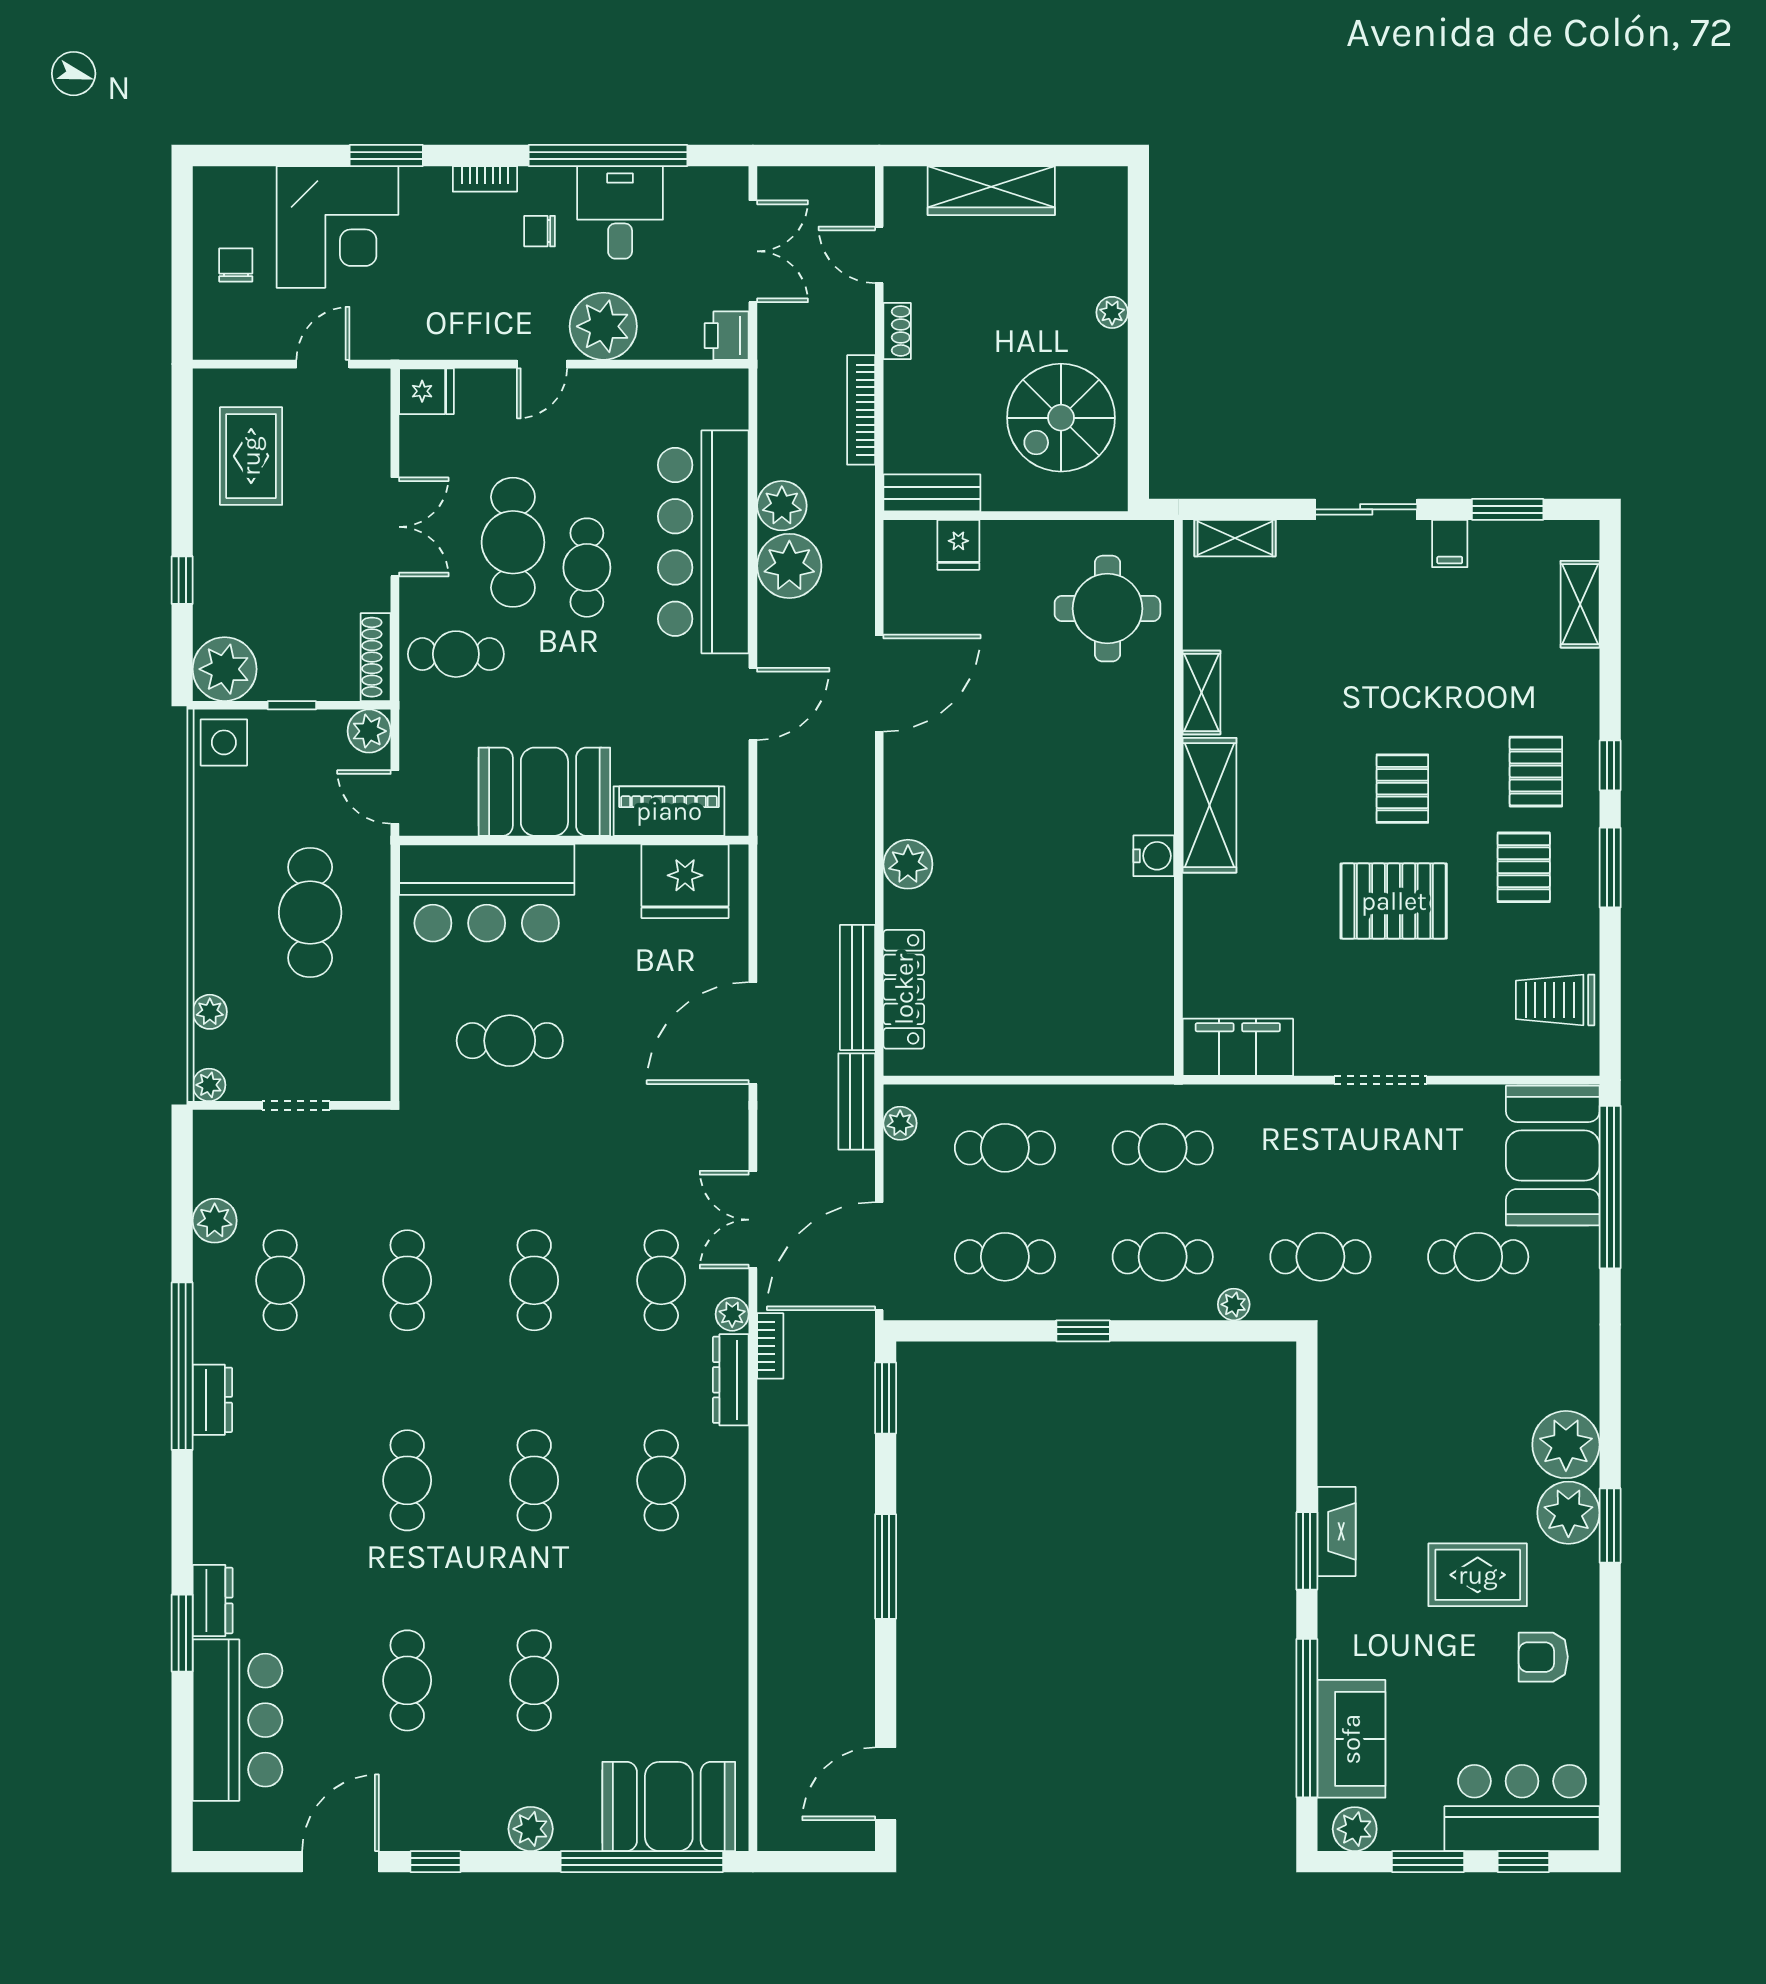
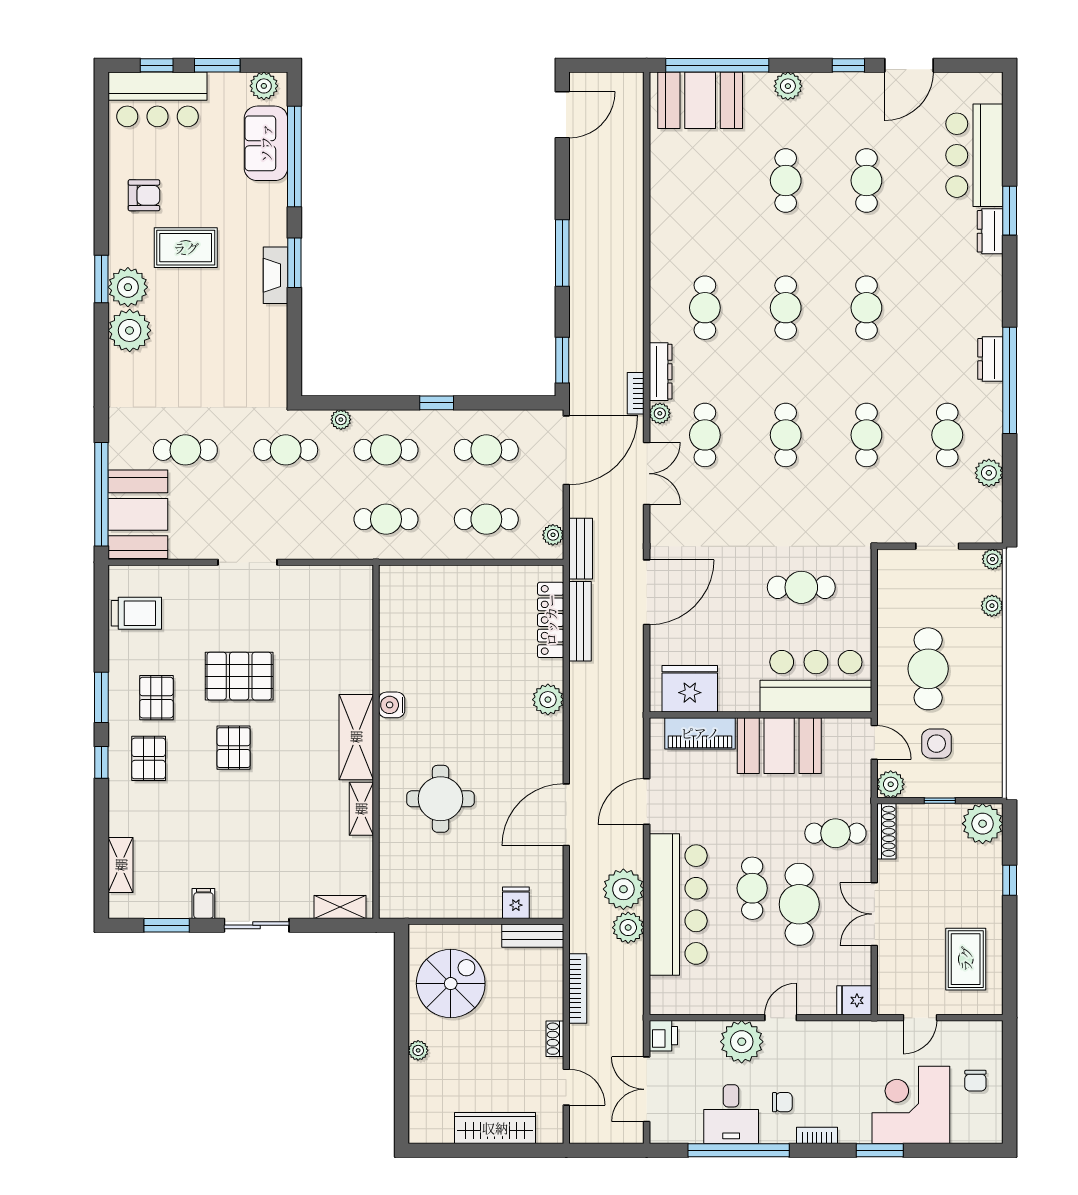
round table: (1107, 609) -> (441, 799), moved
side table: (224, 742) -> (936, 744), moved
filing cabinet: (1238, 1047) -> (338, 583), removed

